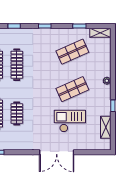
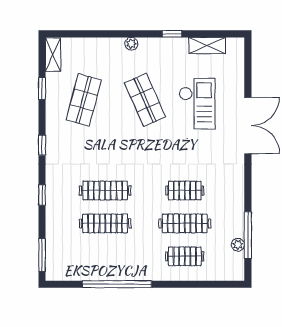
shop shelf: (72, 52) -> (84, 100), turned 39
checkout: (70, 121) -> (197, 104), turned 180

